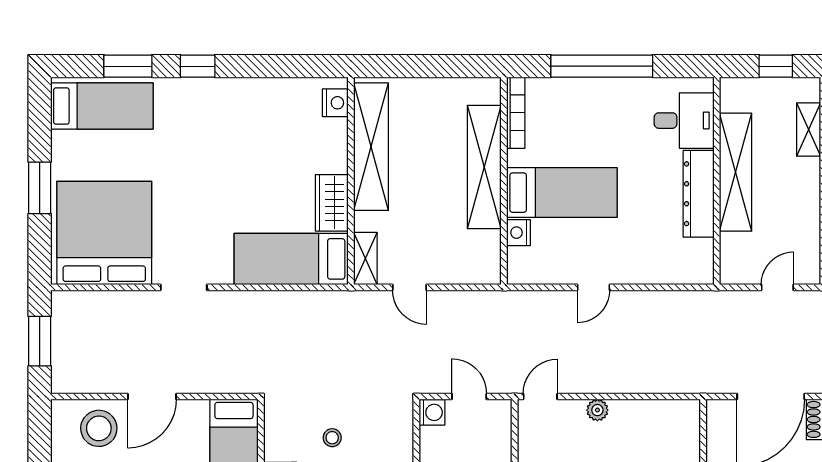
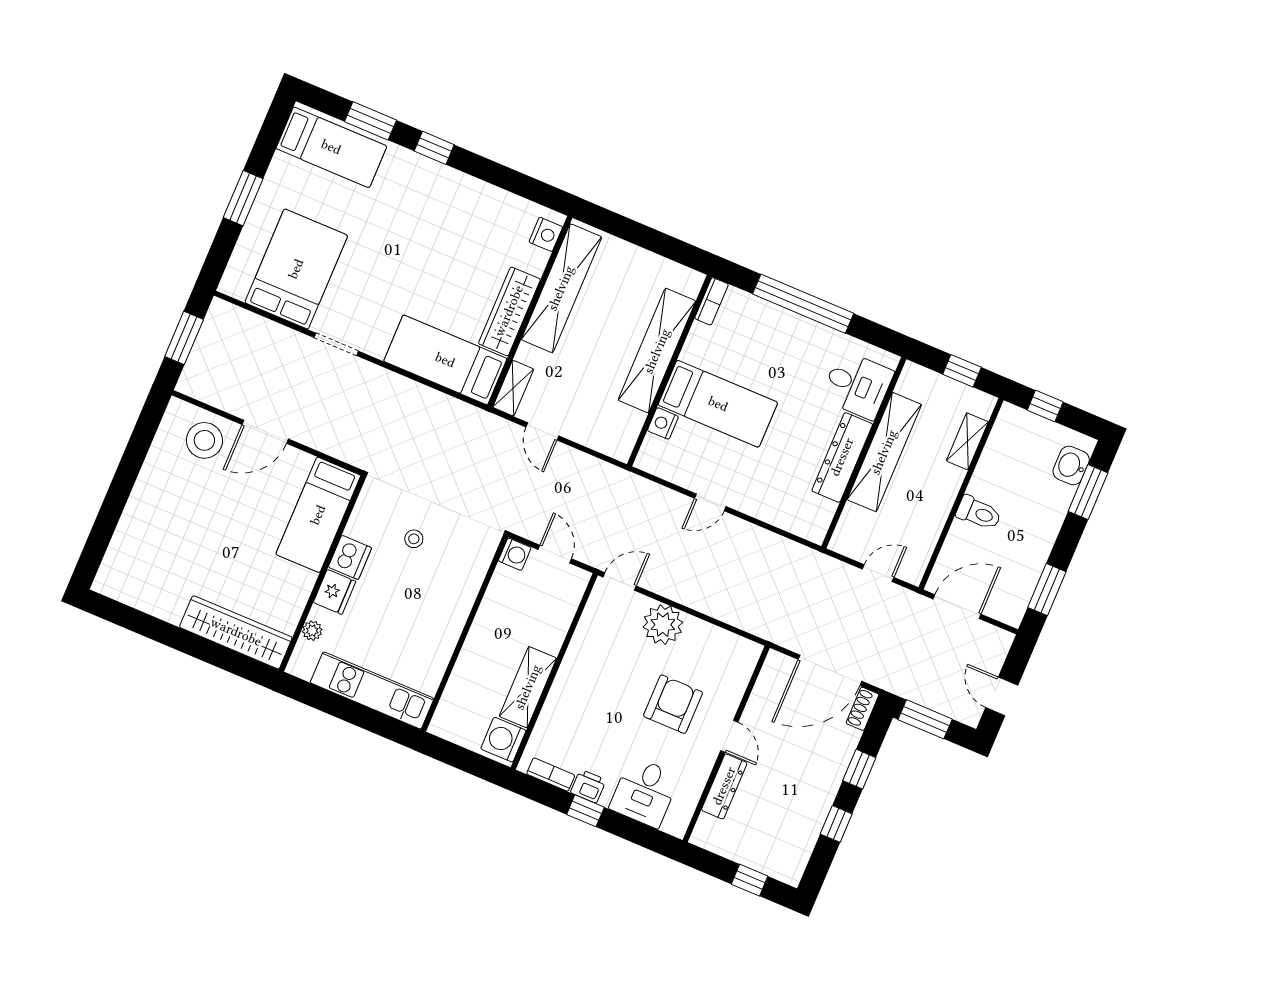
bookcase: (516, 113) -> (711, 301), width x0.64
wardrobe: (332, 203) -> (509, 311), width x1.50
bed: (104, 233) -> (296, 269), width x0.73
plant: (597, 410) -> (663, 625), width x1.87, depth x1.87

